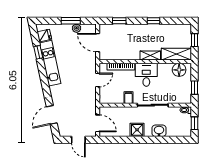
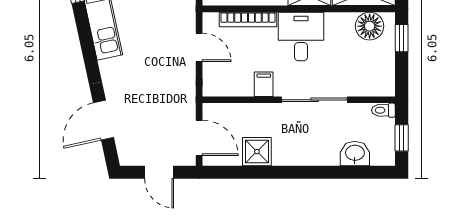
door: (98, 80) -> (199, 47), hinge flipped
window: (194, 88) -> (402, 38), moved
shower: (137, 130) -> (257, 152), moved
washbasin: (159, 131) -> (355, 153), moved

